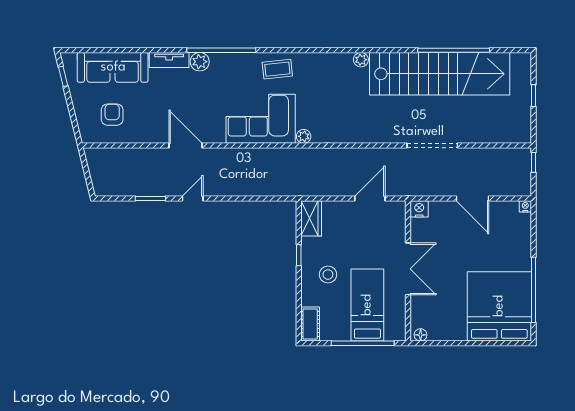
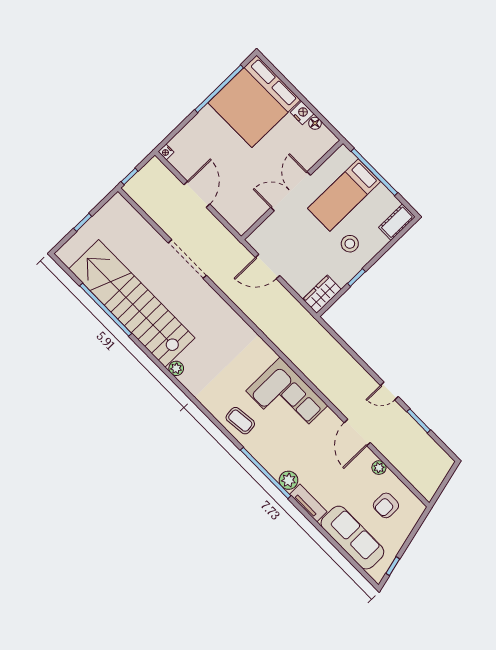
plant: (304, 136) -> (379, 468), moved
nightstand: (419, 209) -> (302, 113), moved, turned 180
floor lamp: (421, 335) -> (315, 123), moved

